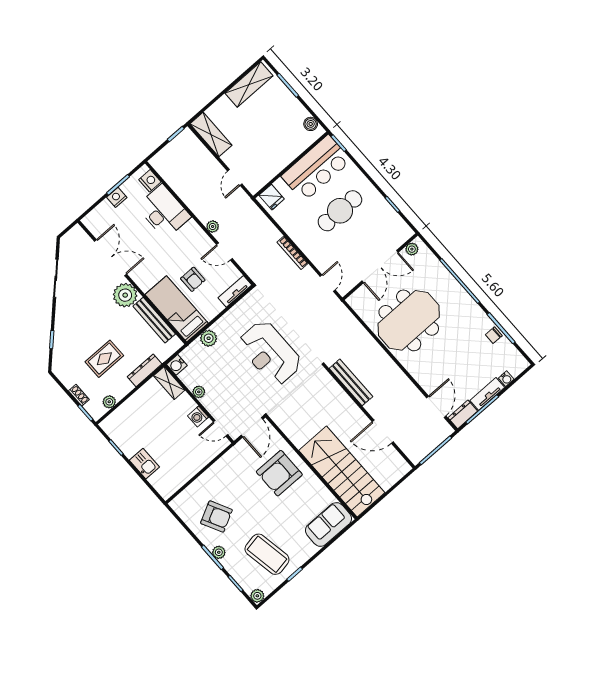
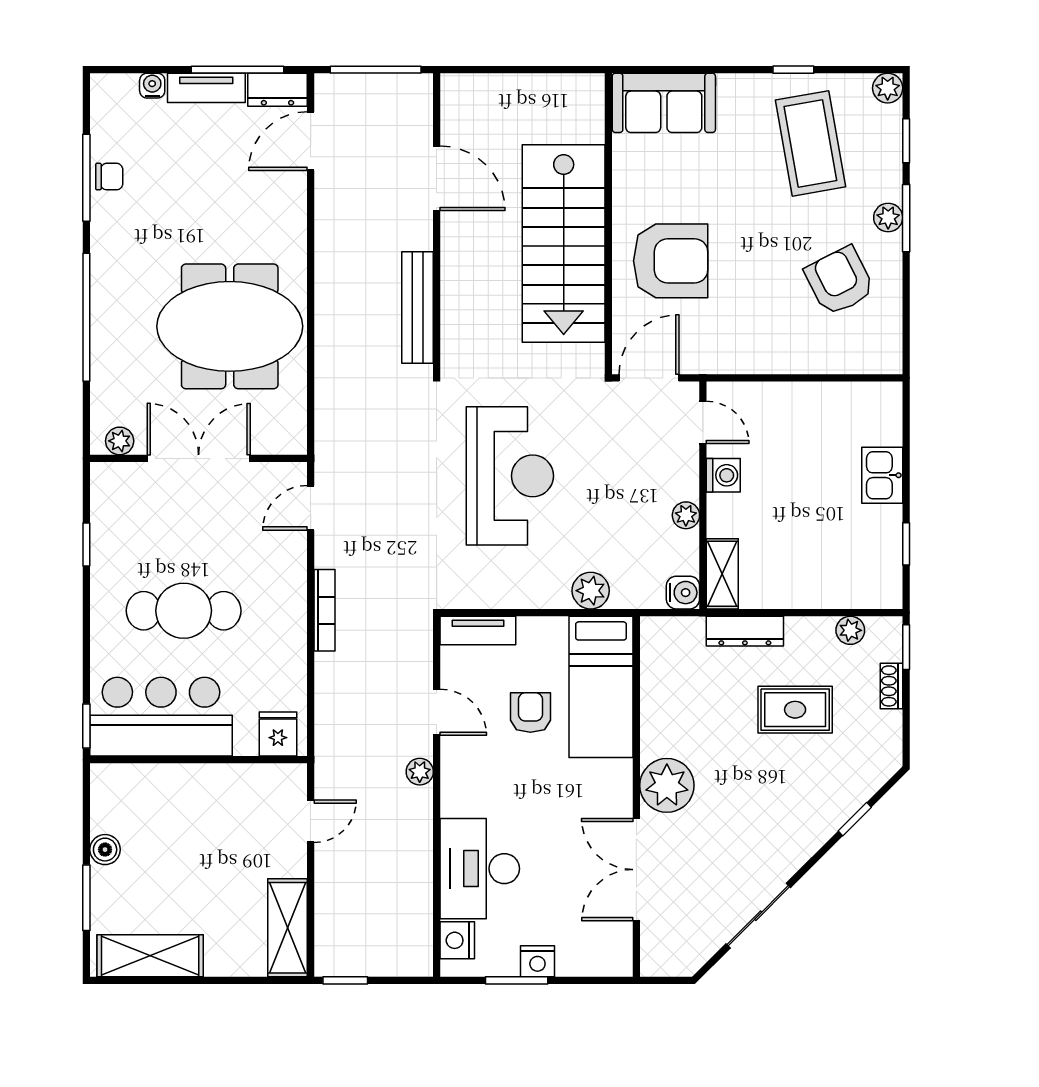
boiler: (311, 124) -> (105, 850), moved
bench: (154, 320) -> (655, 701), removed
stairs: (342, 471) -> (564, 244), moved

